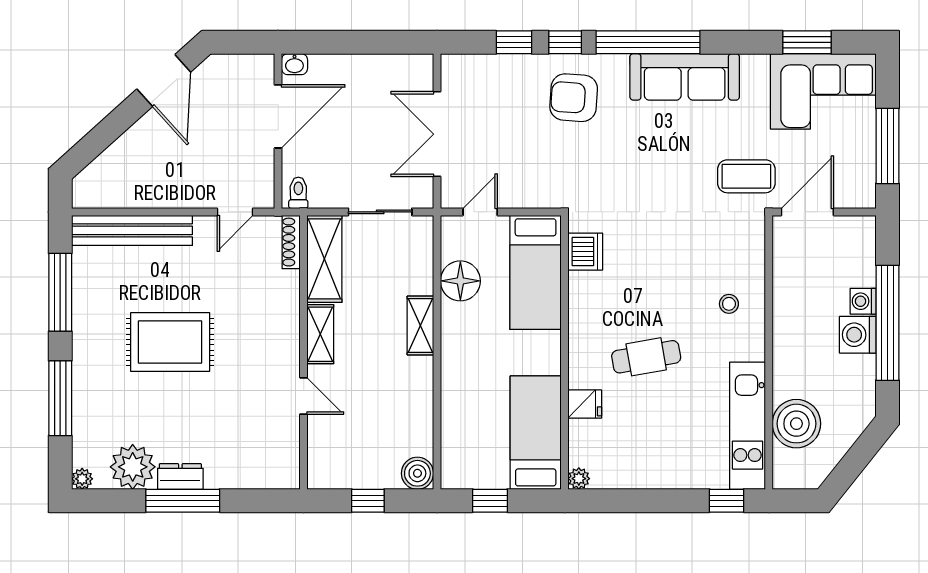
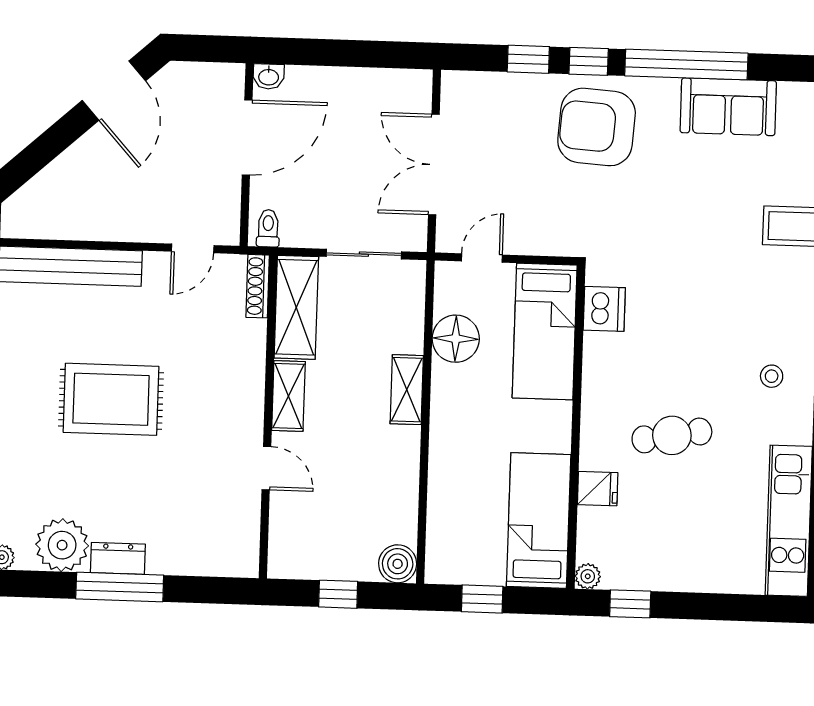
sofa: (685, 77) -> (728, 107), width x0.73
armchair: (574, 98) -> (597, 127), width x1.36, depth x1.36
window: (727, 501) -> (630, 604), moved

